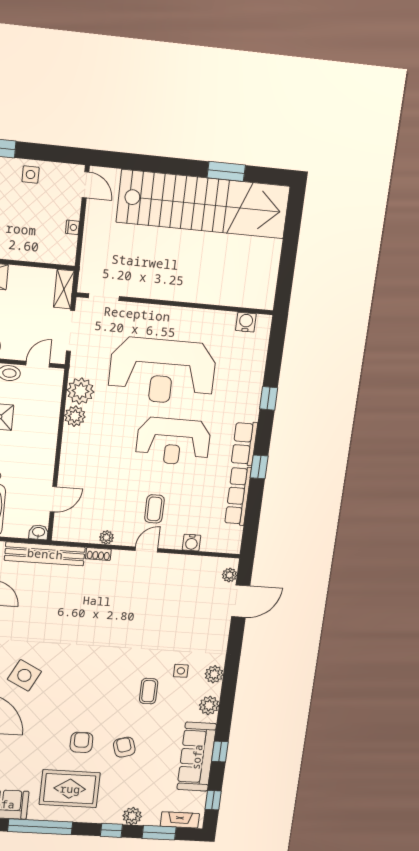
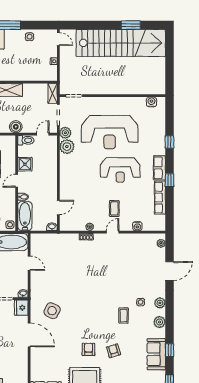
plant: (75, 416) -> (65, 133), moved
bench: (45, 554) -> (57, 239), removed
door: (241, 601) -> (169, 271), moved
sofa: (197, 757) -> (156, 354), width x0.73

